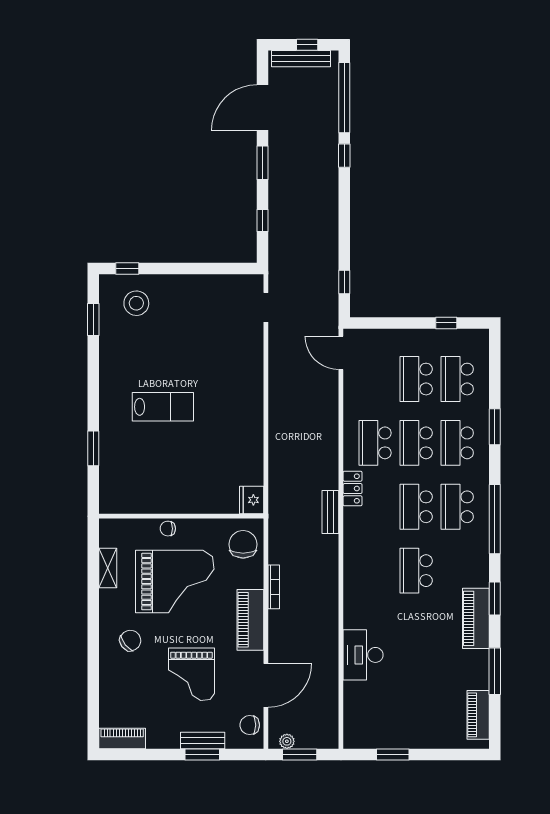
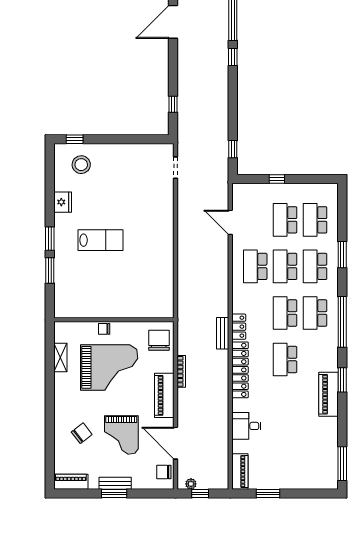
window: (262, 163) -> (173, 62), removed
window: (93, 319) -> (50, 239), moved
window: (446, 323) -> (277, 179), moved
door: (341, 353) -> (230, 222), moved
locker: (353, 489) -> (239, 327), moved
fridge: (252, 500) -> (63, 202), moved, turned 180
bench: (330, 512) -> (223, 333), moved
locker: (354, 585) -> (240, 370), added
chair: (130, 641) -> (82, 433), moved
desk: (363, 655) -> (246, 426), width x0.73
window: (495, 671) -> (342, 464), moved
door: (266, 685) -> (176, 443), swing flipped
piano: (478, 715) -> (240, 471), moved, turned 180
bench: (203, 740) -> (115, 483), moved
window: (202, 754) -> (114, 493), moved
window: (300, 754) -> (200, 493), width x0.67

